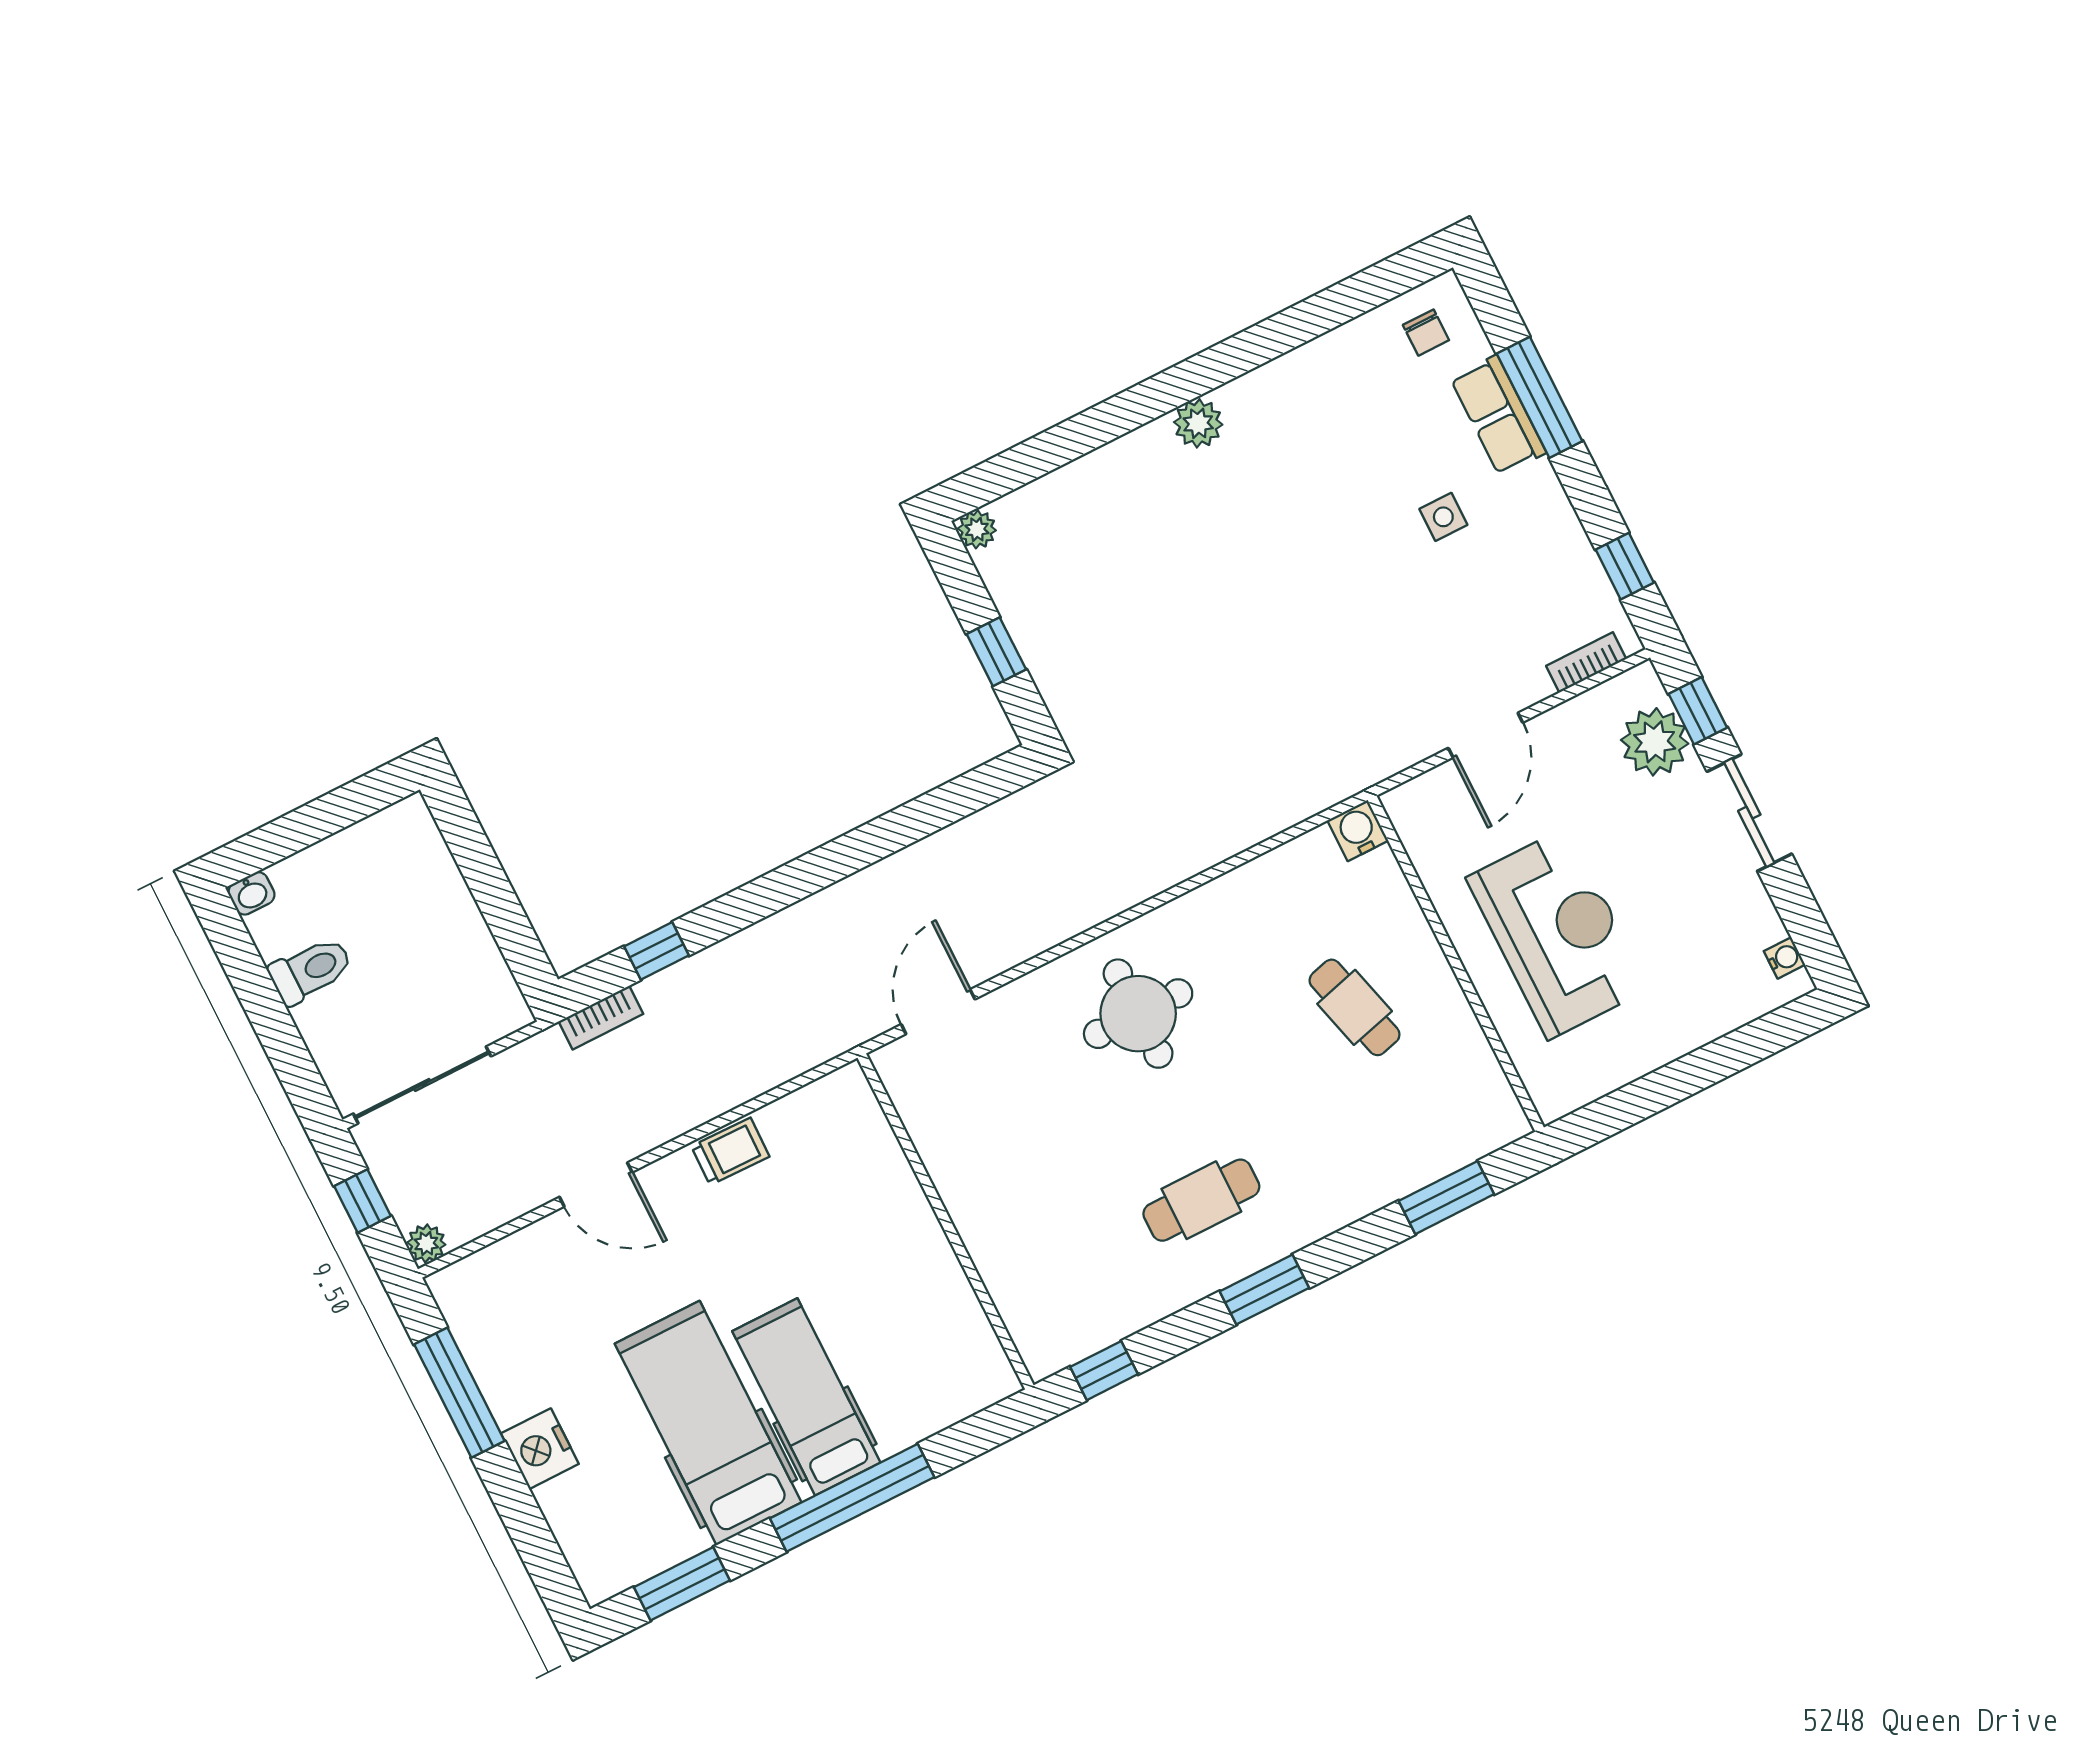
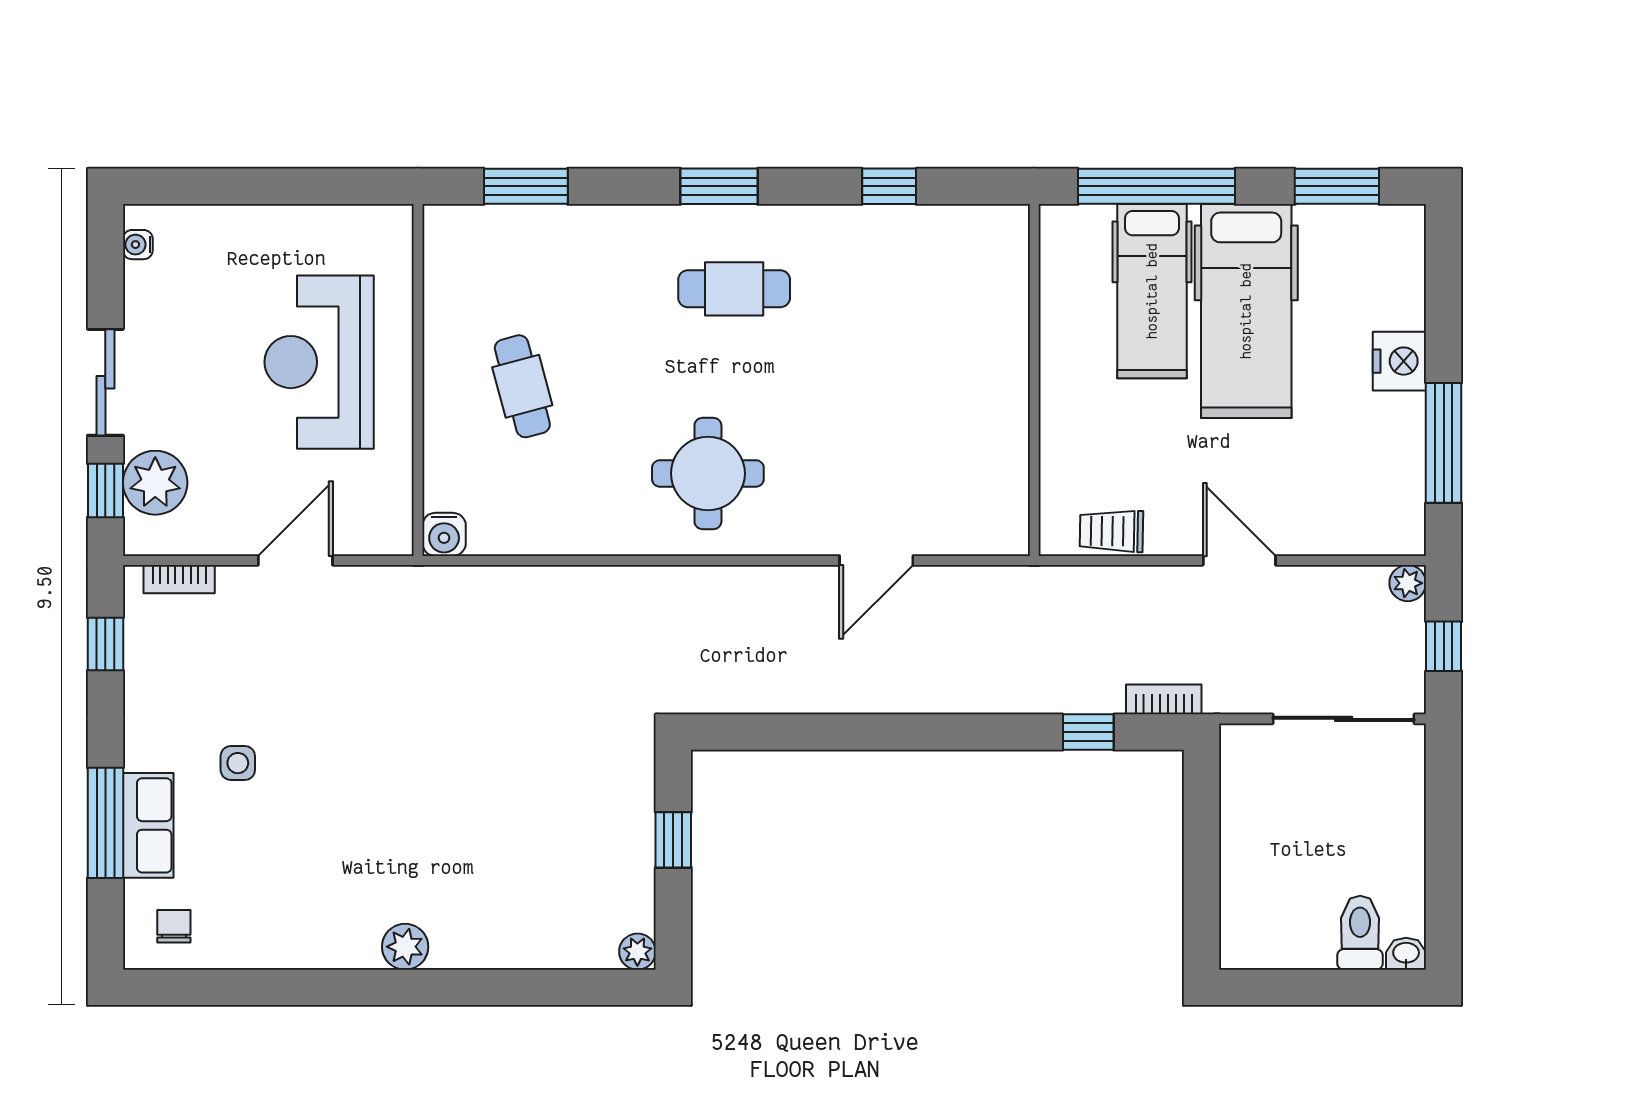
toilet: (311, 970) -> (1360, 933), moved, turned 90
wall: (946, 1221) -> (1034, 380), moved

